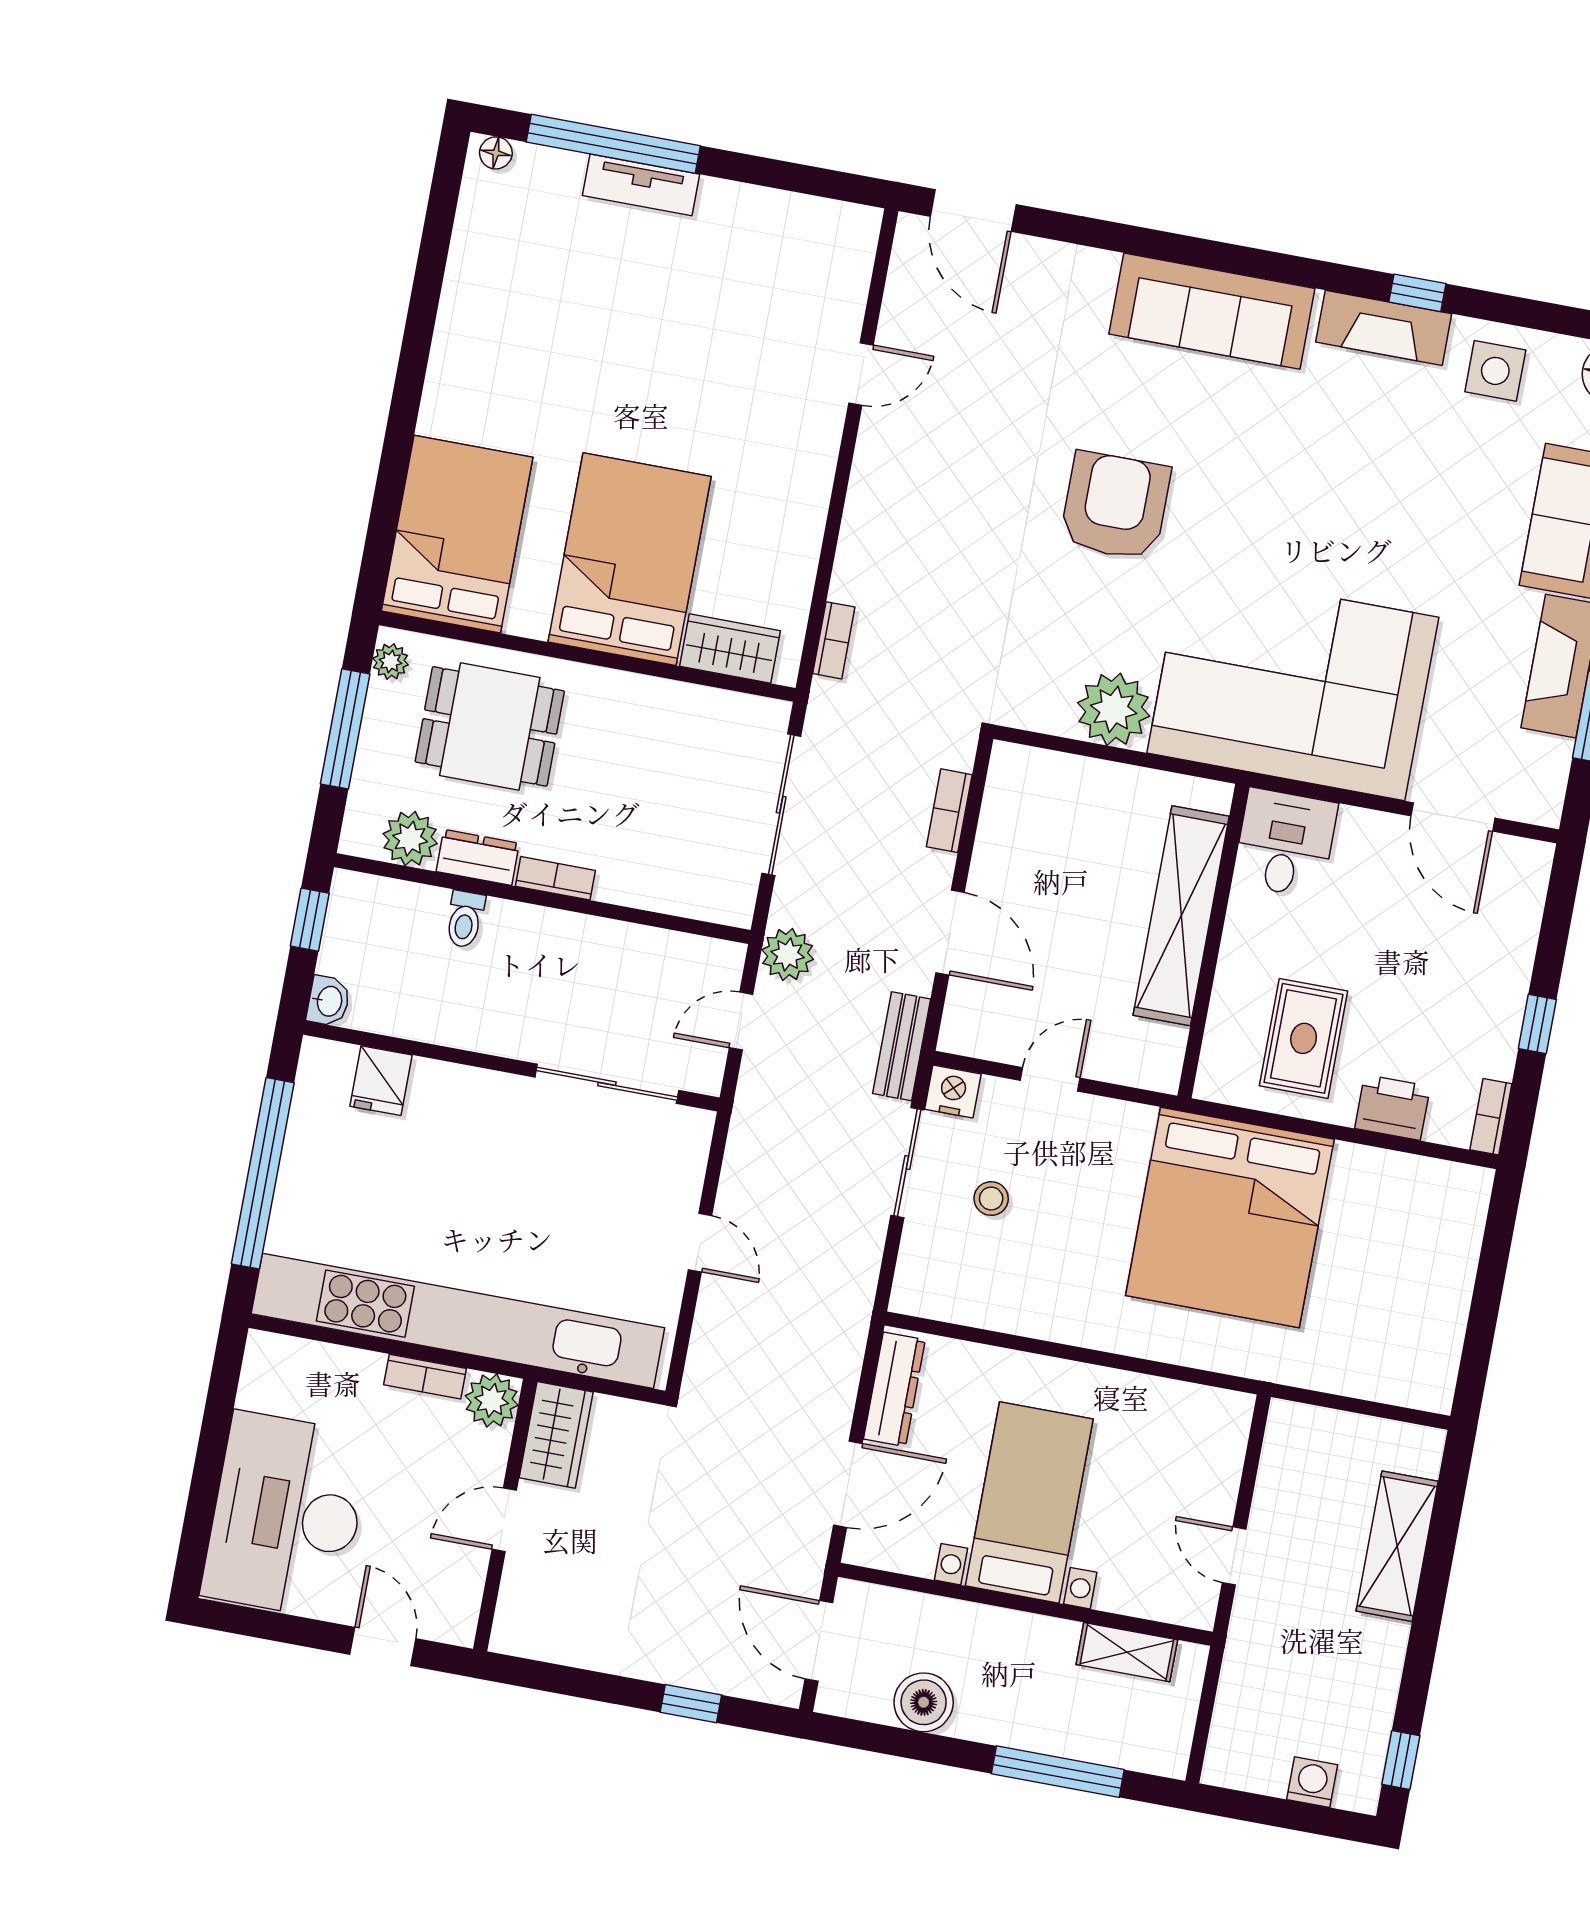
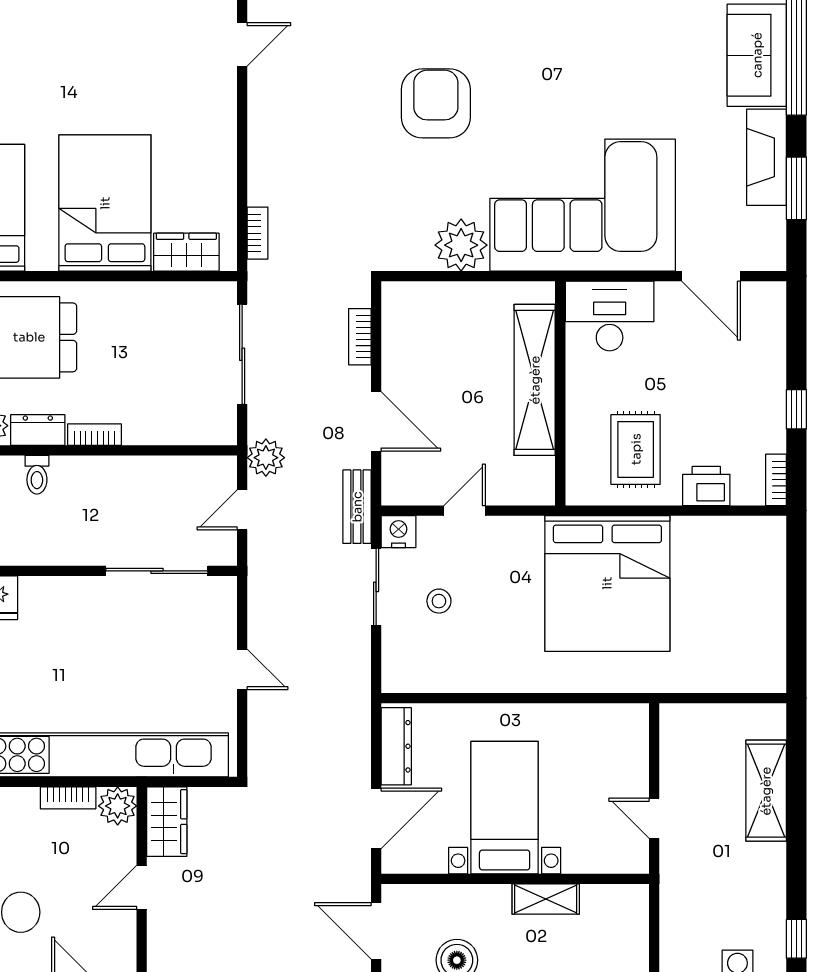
desk: (1285, 843) -> (610, 316), width x1.37
shelving: (1127, 1652) -> (546, 899), moved

